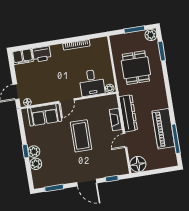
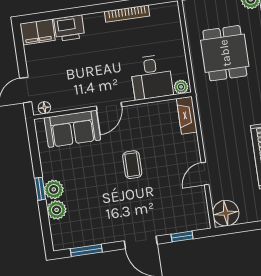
dresser: (128, 113) -> (211, 129), removed
fireplace: (116, 119) -> (187, 115), moved
coffee table: (81, 136) -> (132, 165), width x0.54, depth x0.58

